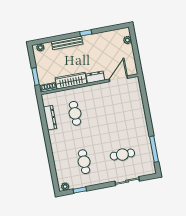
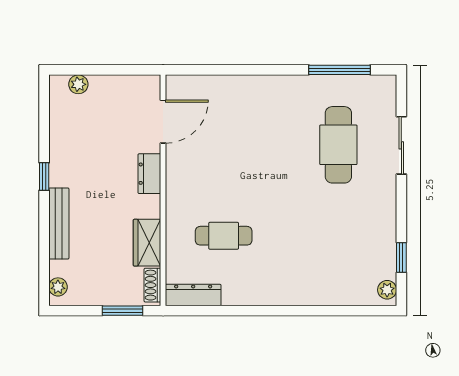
door: (118, 79) -> (163, 122), swing flipped
wardrobe: (71, 81) -> (147, 243), width x0.67
dresser: (50, 118) -> (193, 295), moved
cafe table: (122, 155) -> (338, 145), width x1.37, depth x1.35
cafe table: (84, 162) -> (338, 236), removed

